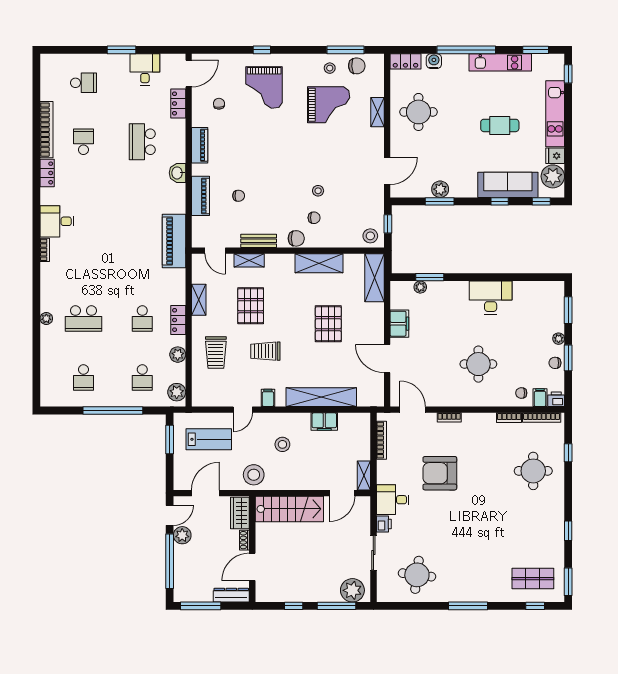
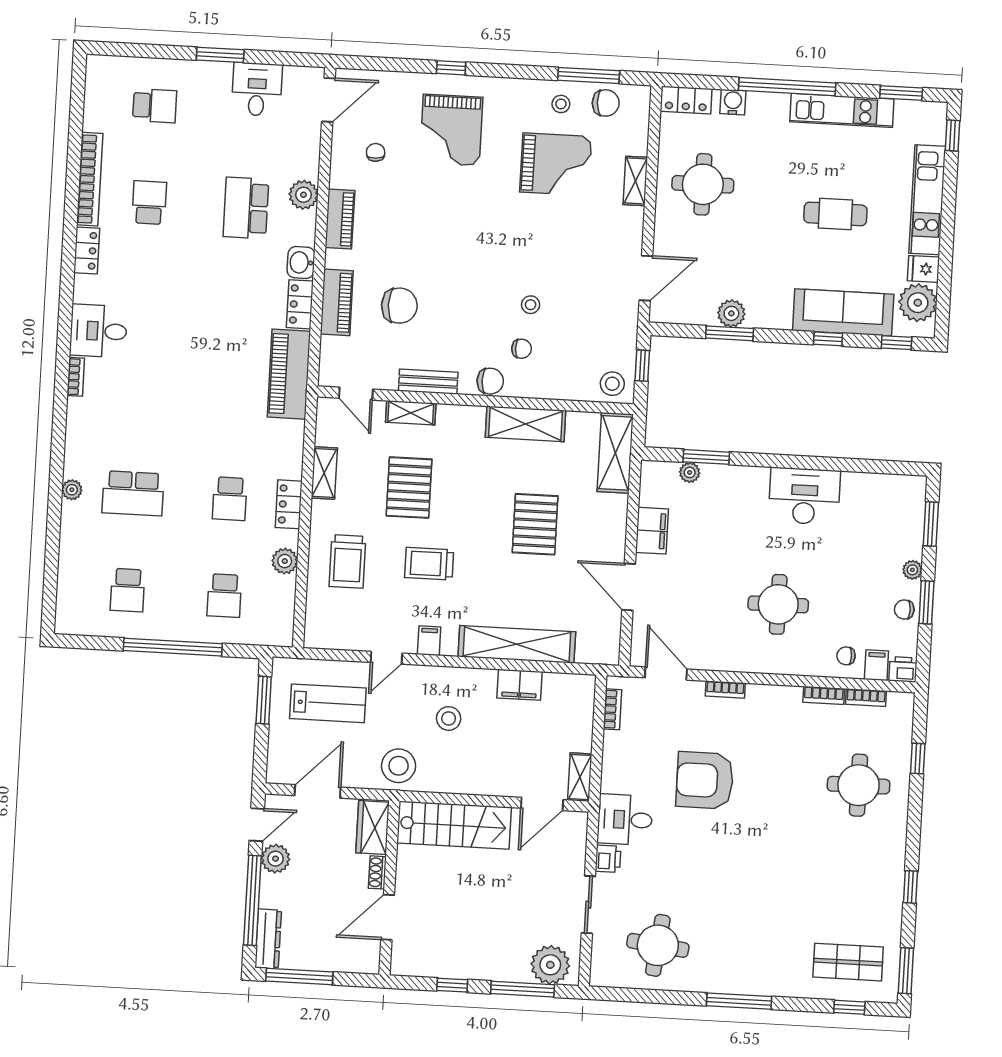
locker: (178, 104) -> (300, 304), moved
chair: (239, 196) -> (399, 306), width x1.87, depth x1.87
plant: (177, 392) -> (304, 195), moved
bookcase: (542, 418) -> (866, 698), width x0.64
bookcase: (381, 440) -> (612, 709), width x0.64
dresser: (231, 595) -> (268, 939), moved, turned 90

